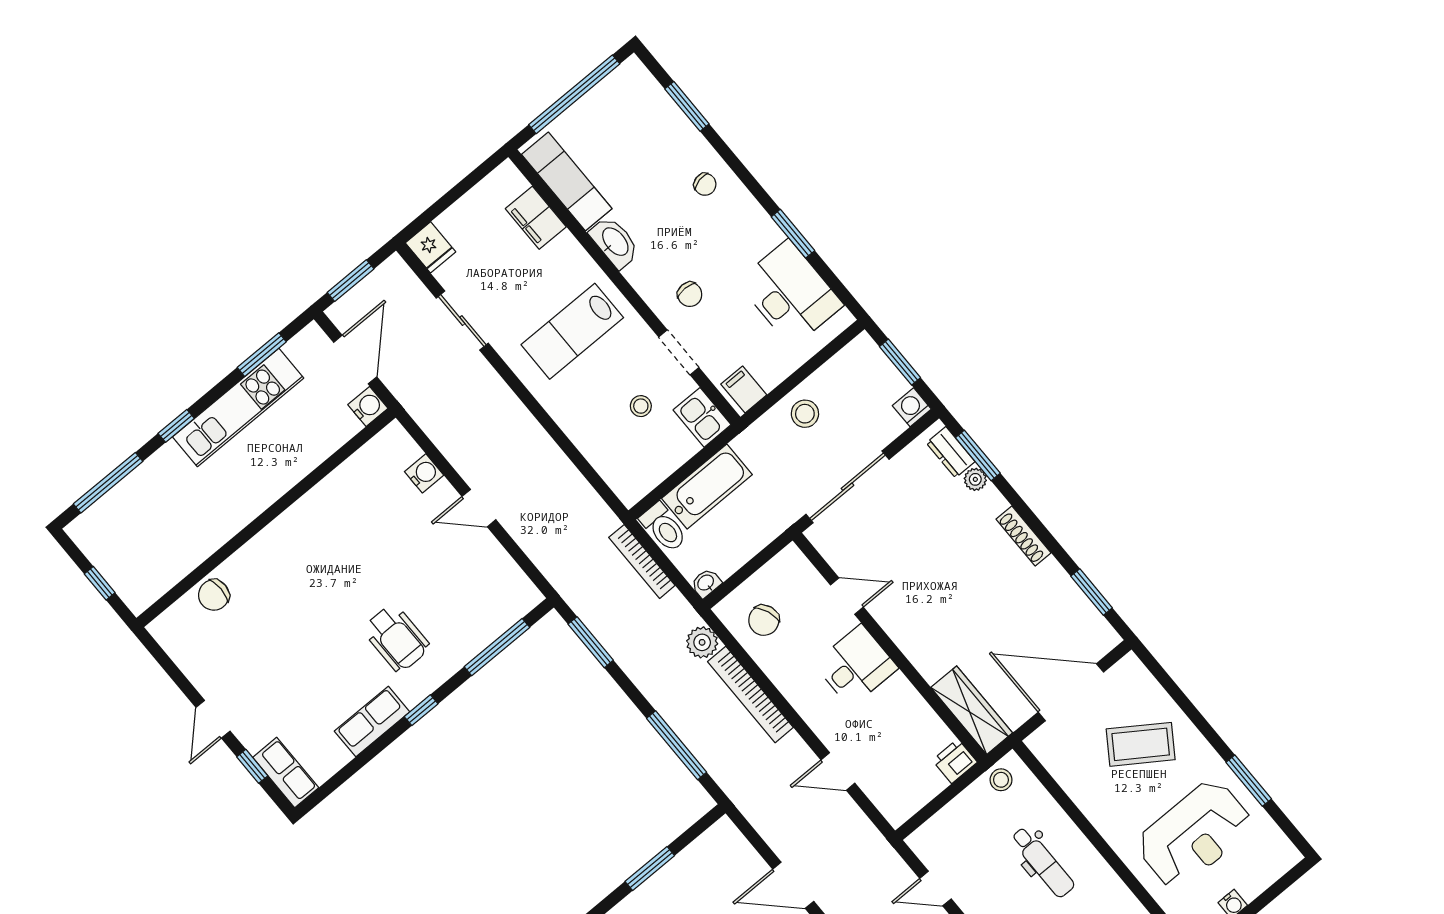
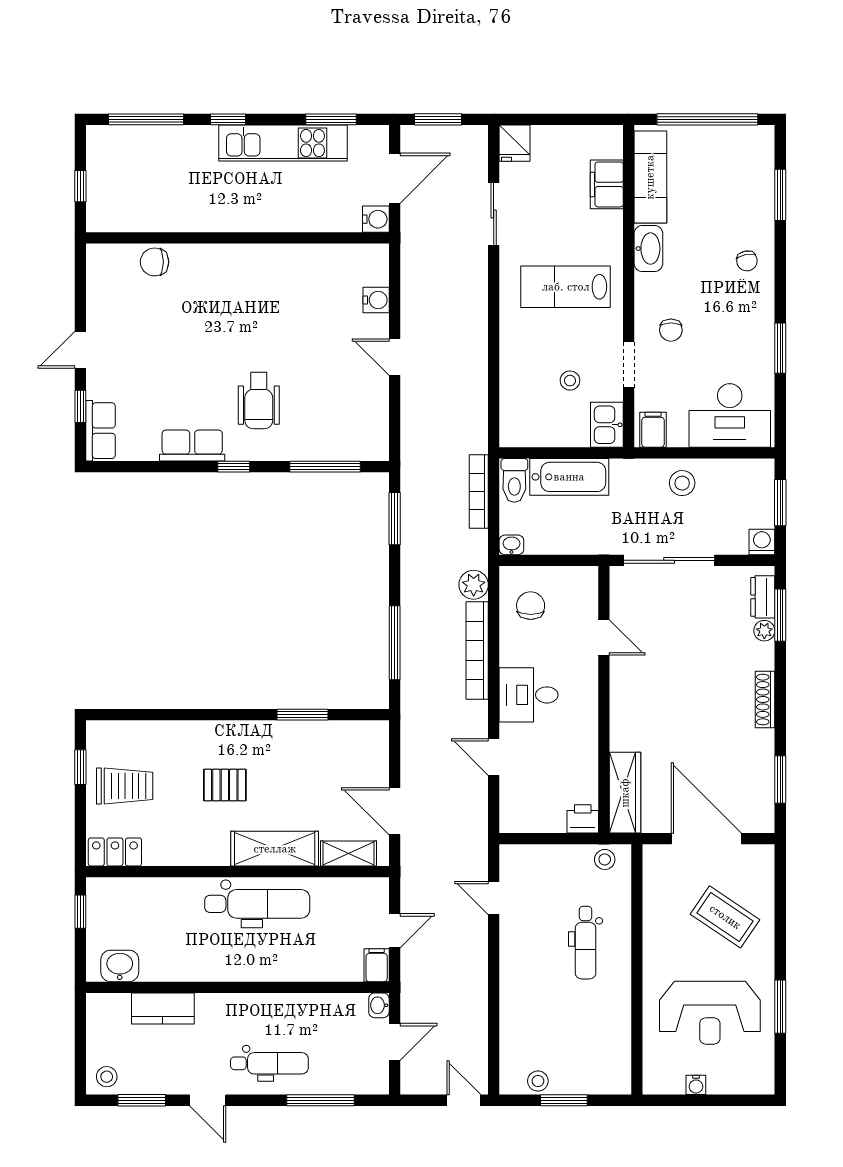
desk: (790, 293) -> (730, 415), moved, turned 90
chair: (764, 620) -> (531, 606), turned 111
desk: (856, 666) -> (529, 695), moved, turned 180

